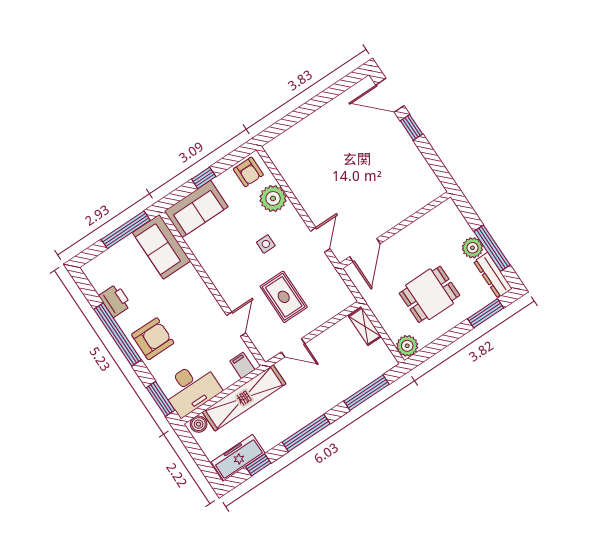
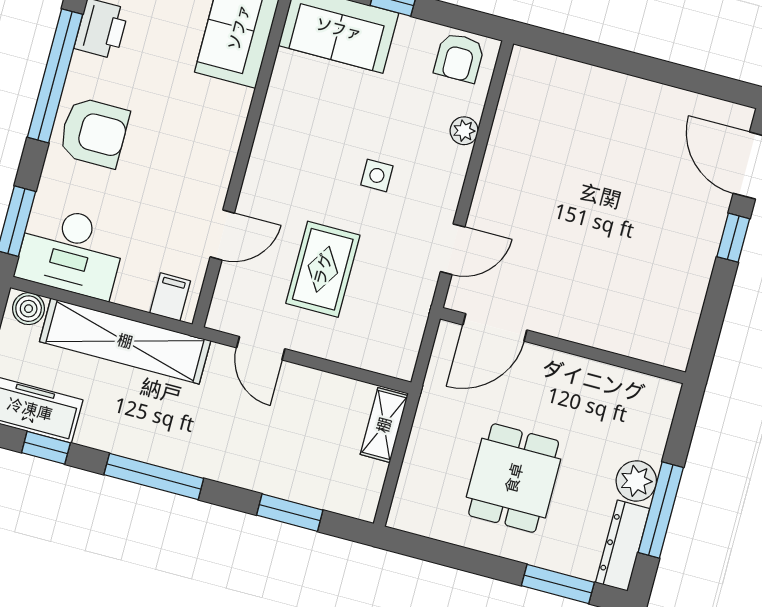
plant: (273, 198) -> (464, 131), width x0.53, depth x0.53
dining table: (430, 294) -> (514, 478), turned 90
plant: (407, 346) -> (410, 512), removed
window: (367, 393) -> (290, 513), width x0.69

